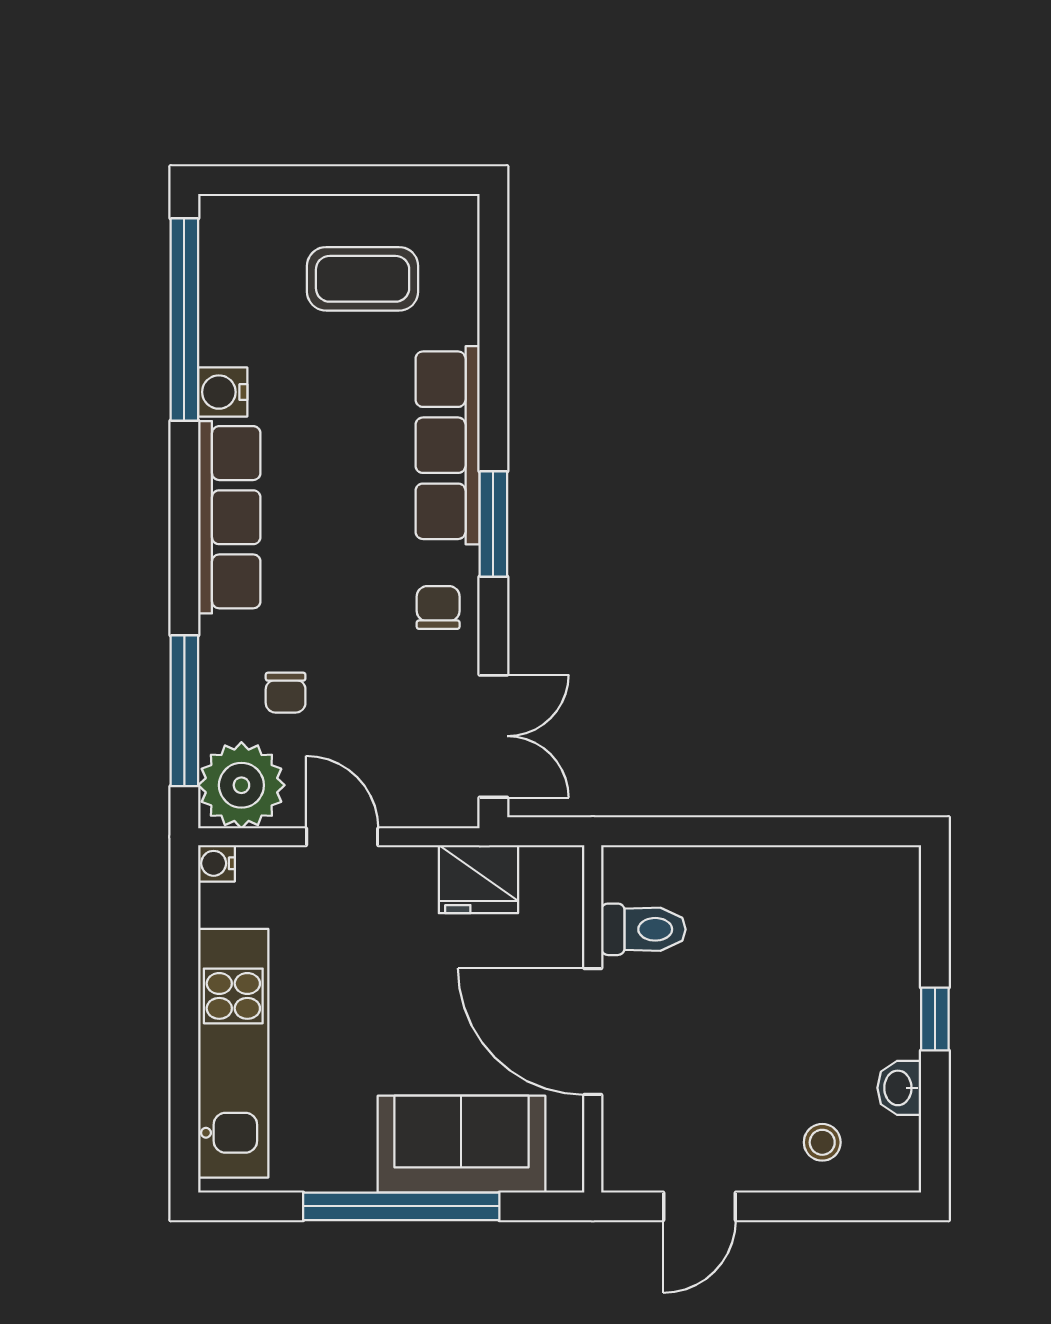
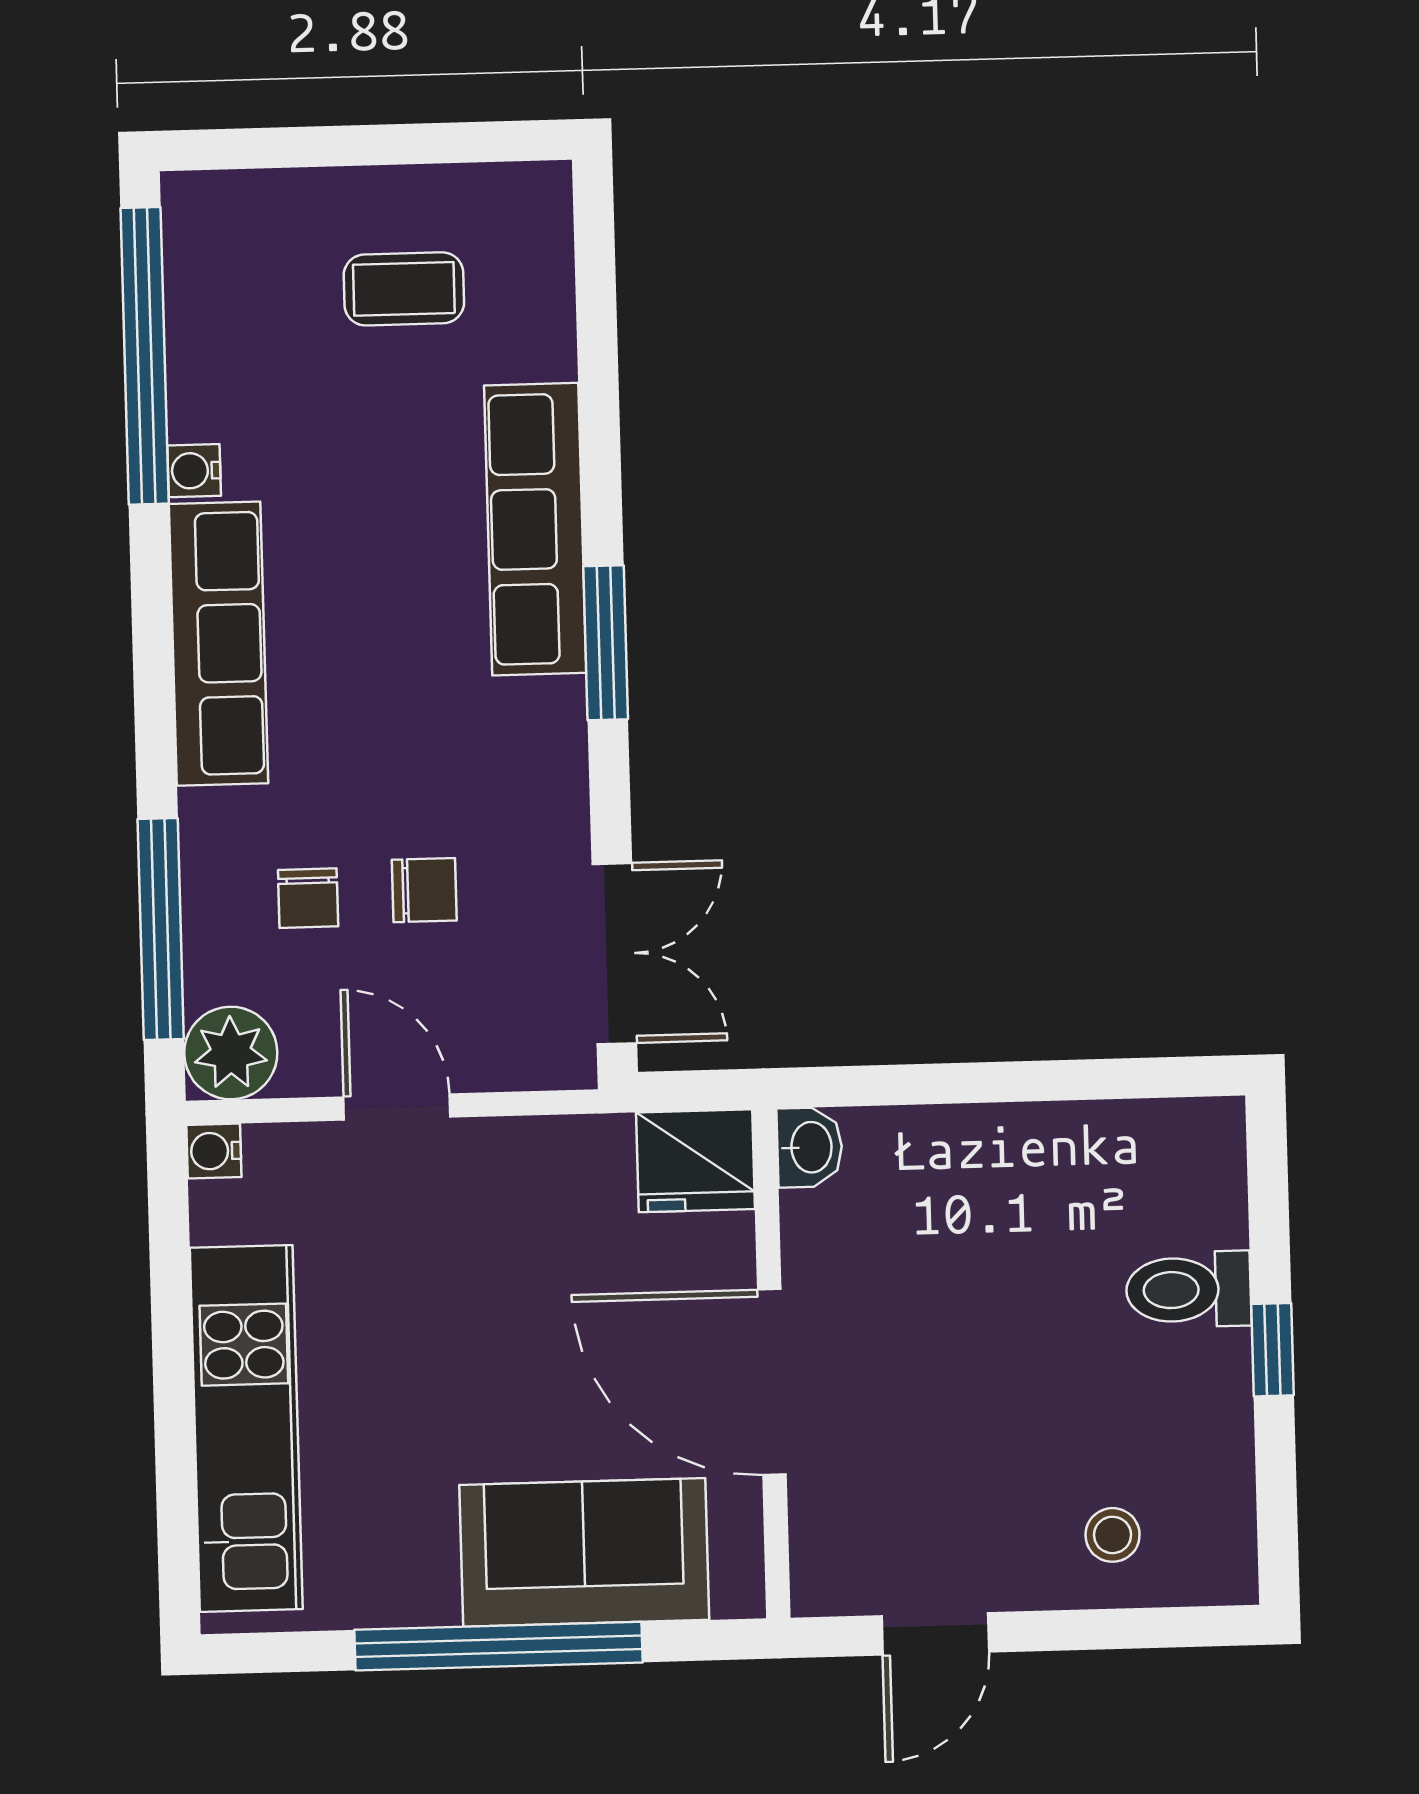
coffee table: (363, 279) -> (404, 289), width x0.73, depth x0.77
water cooler: (223, 392) -> (194, 471), width x0.72, depth x0.72
chair: (438, 608) -> (424, 890), moved, turned 90
plant: (241, 785) -> (231, 1053), width x0.73, depth x0.73
fridge: (478, 879) -> (695, 1161), moved
toilet: (643, 929) -> (1189, 1290), moved, turned 180
washbasin: (899, 1088) -> (810, 1147), moved, turned 180

